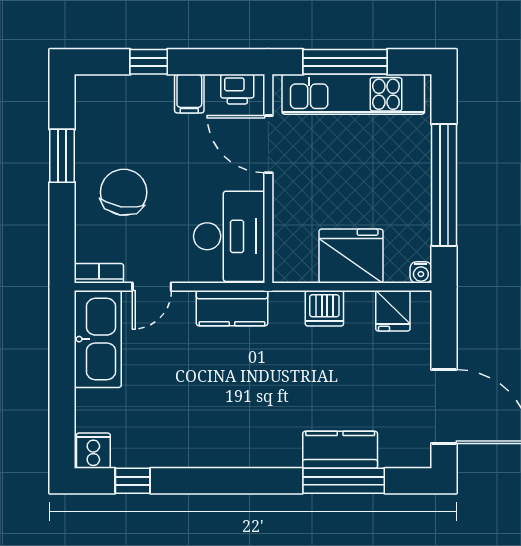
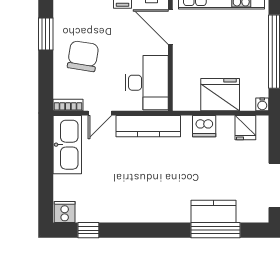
kitchen counter: (232, 308) -> (148, 126), width x1.50

